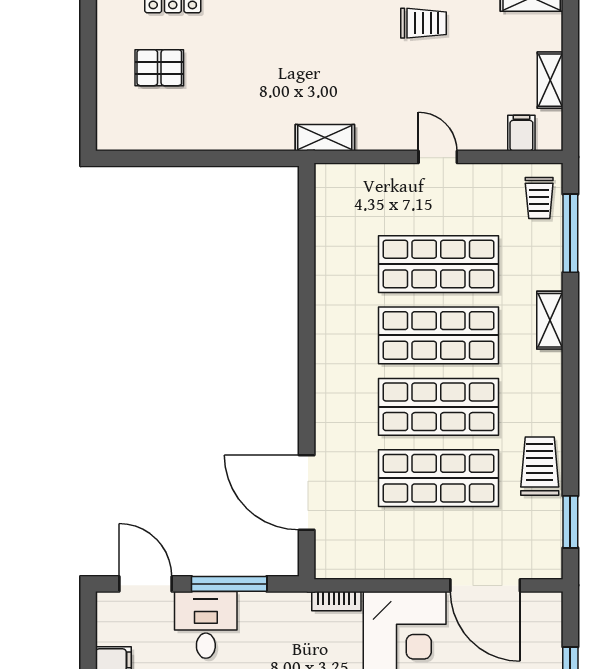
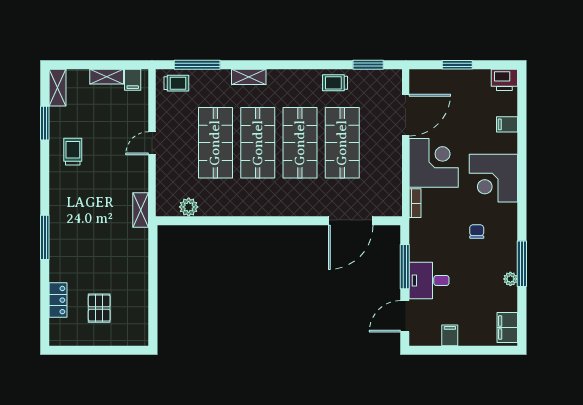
filing cabinet: (521, 133) -> (133, 80), moved, turned -90
plant: (330, 219) -> (189, 207), added
trolley: (540, 466) -> (335, 83), width x0.73, depth x0.72

